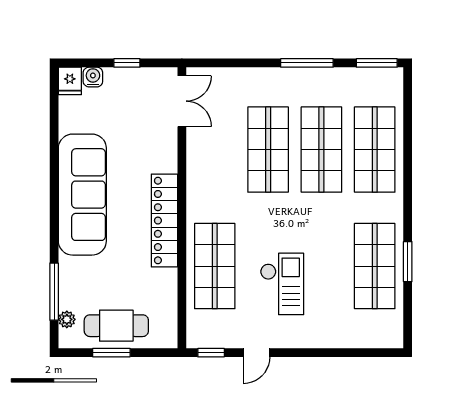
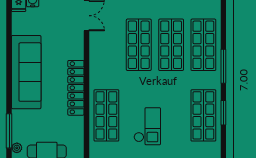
window: (408, 185) -> (223, 66), added

